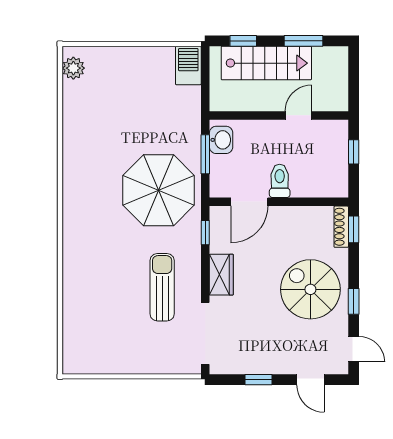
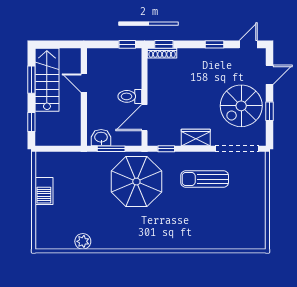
stairs: (266, 63) -> (47, 80), moved
barbecue: (188, 65) -> (44, 191), moved, turned -90
plant: (73, 68) -> (83, 241), moved
window: (354, 152) -> (127, 44), moved
door: (249, 202) -> (145, 118), swing flipped
spiral stairs: (310, 289) -> (241, 106), moved

